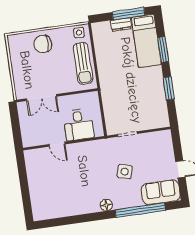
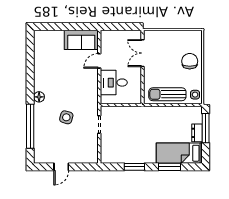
window: (129, 14) -> (206, 128), moved
sofa: (161, 192) -> (81, 40), moved, turned 90

